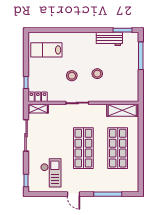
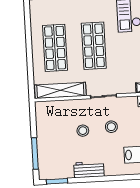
workbench: (109, 39) -> (89, 170), moved
shelving: (122, 110) -> (60, 90), width x1.47

